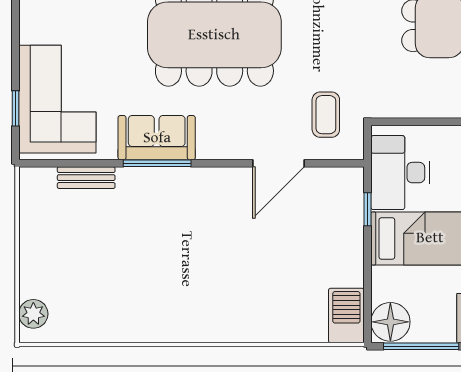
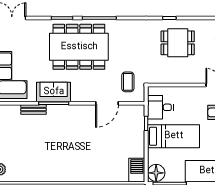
desk: (400, 173) -> (160, 107), width x0.73
bench: (86, 178) -> (34, 110), moved

